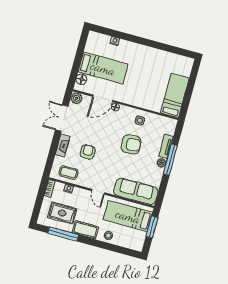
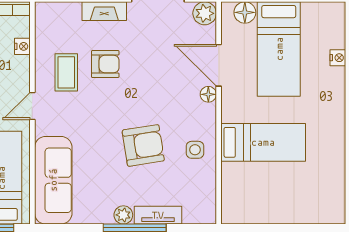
bed: (175, 95) -> (263, 142), moved
armchair: (131, 144) -> (143, 145), turned -95
coffee table: (69, 173) -> (66, 72), moved

